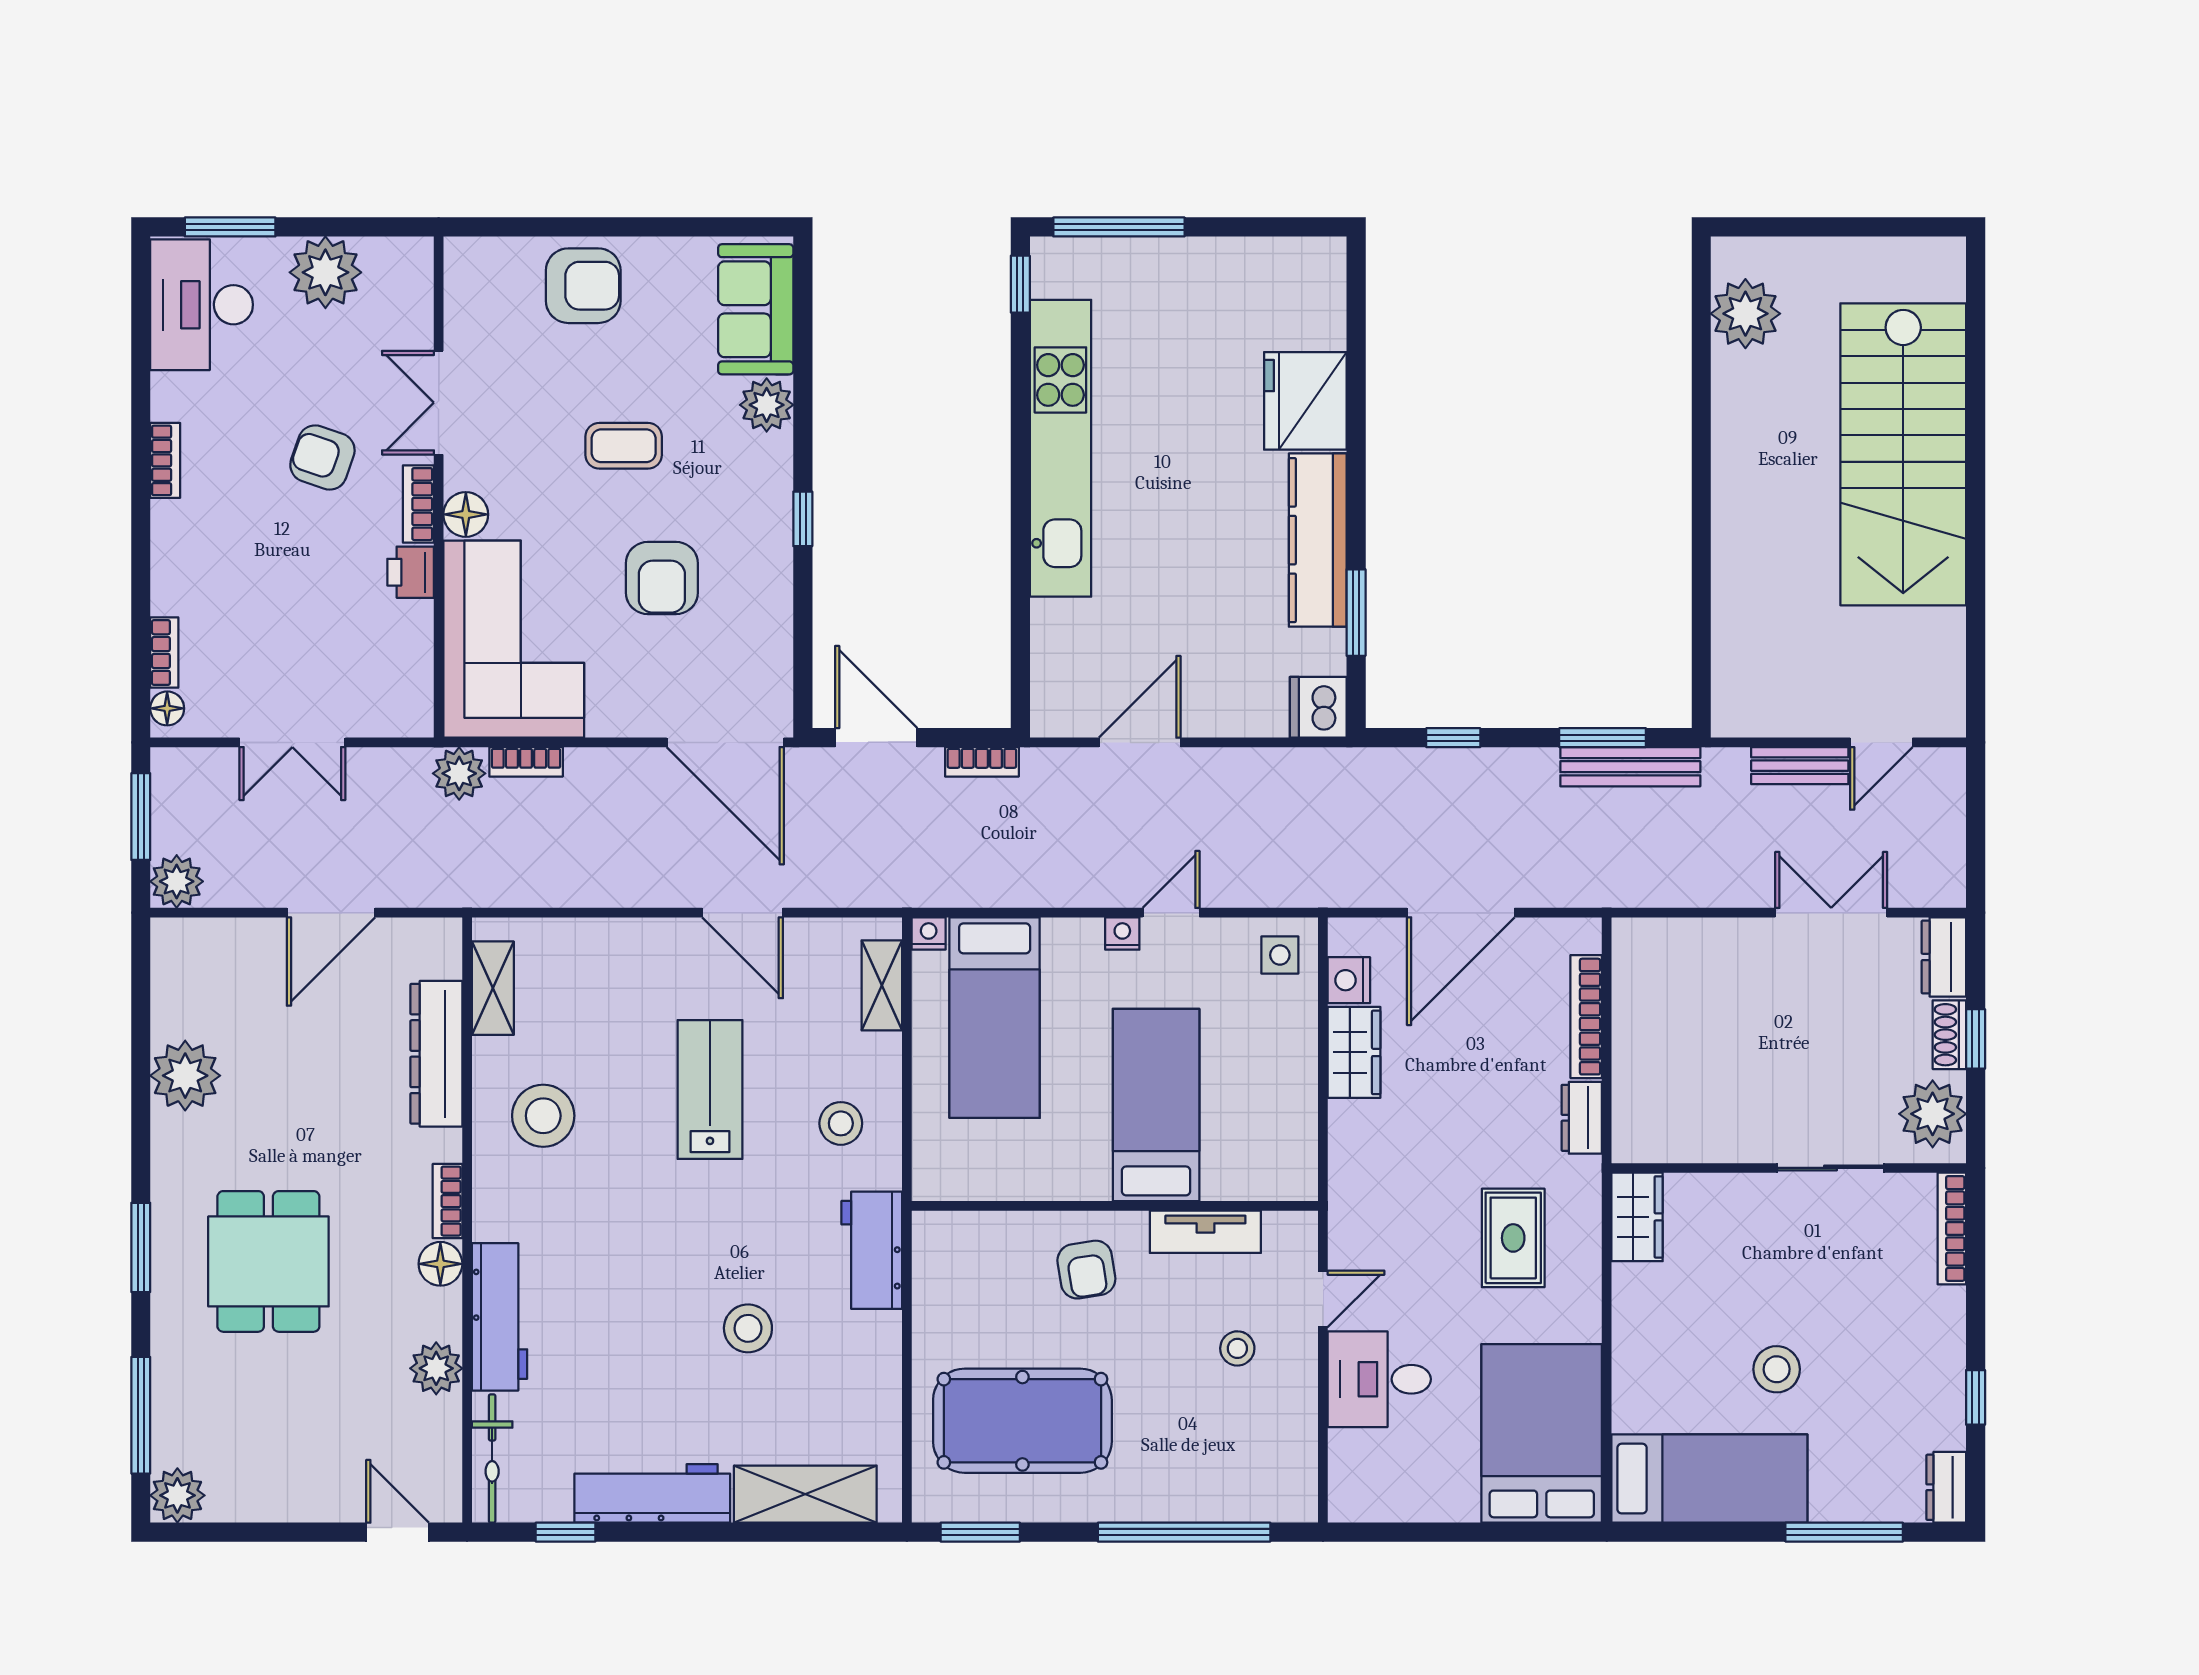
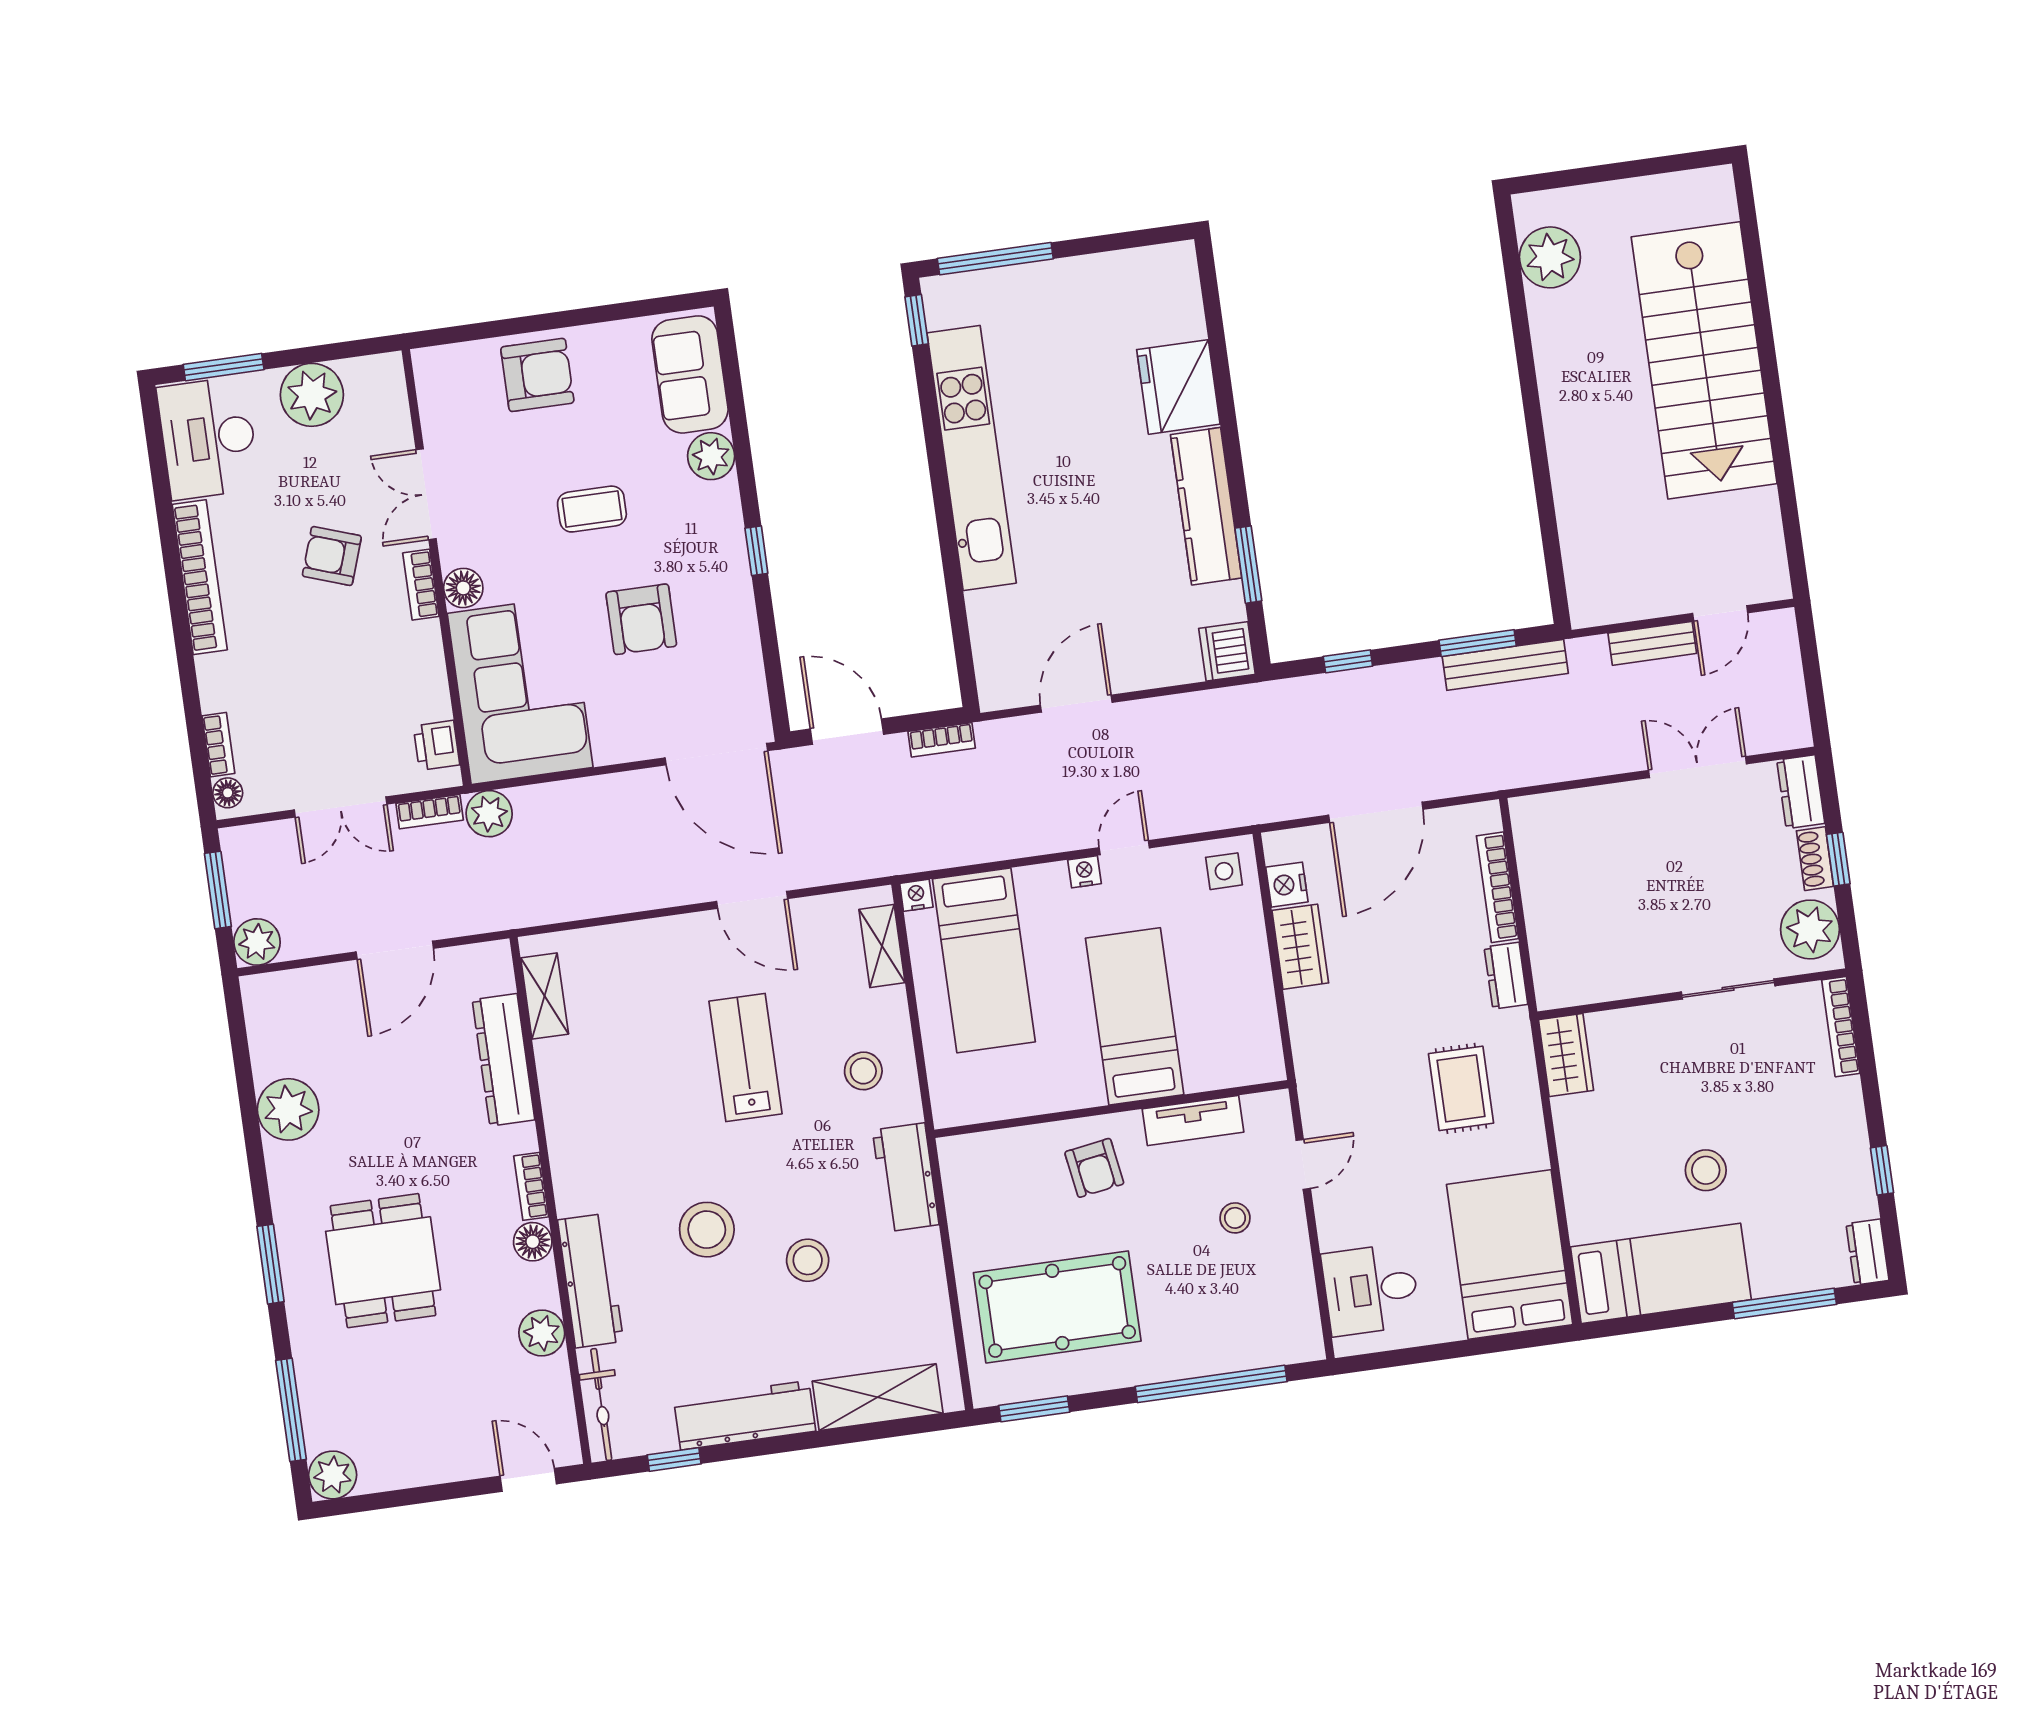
bookcase: (165, 460) -> (200, 577), width x2.31, depth x1.31
printer: (411, 572) -> (437, 745), moved
bookcase: (526, 762) -> (430, 812), moved
stool: (543, 1116) -> (707, 1230), moved
desk: (1379, 1379) -> (1371, 1289), moved

